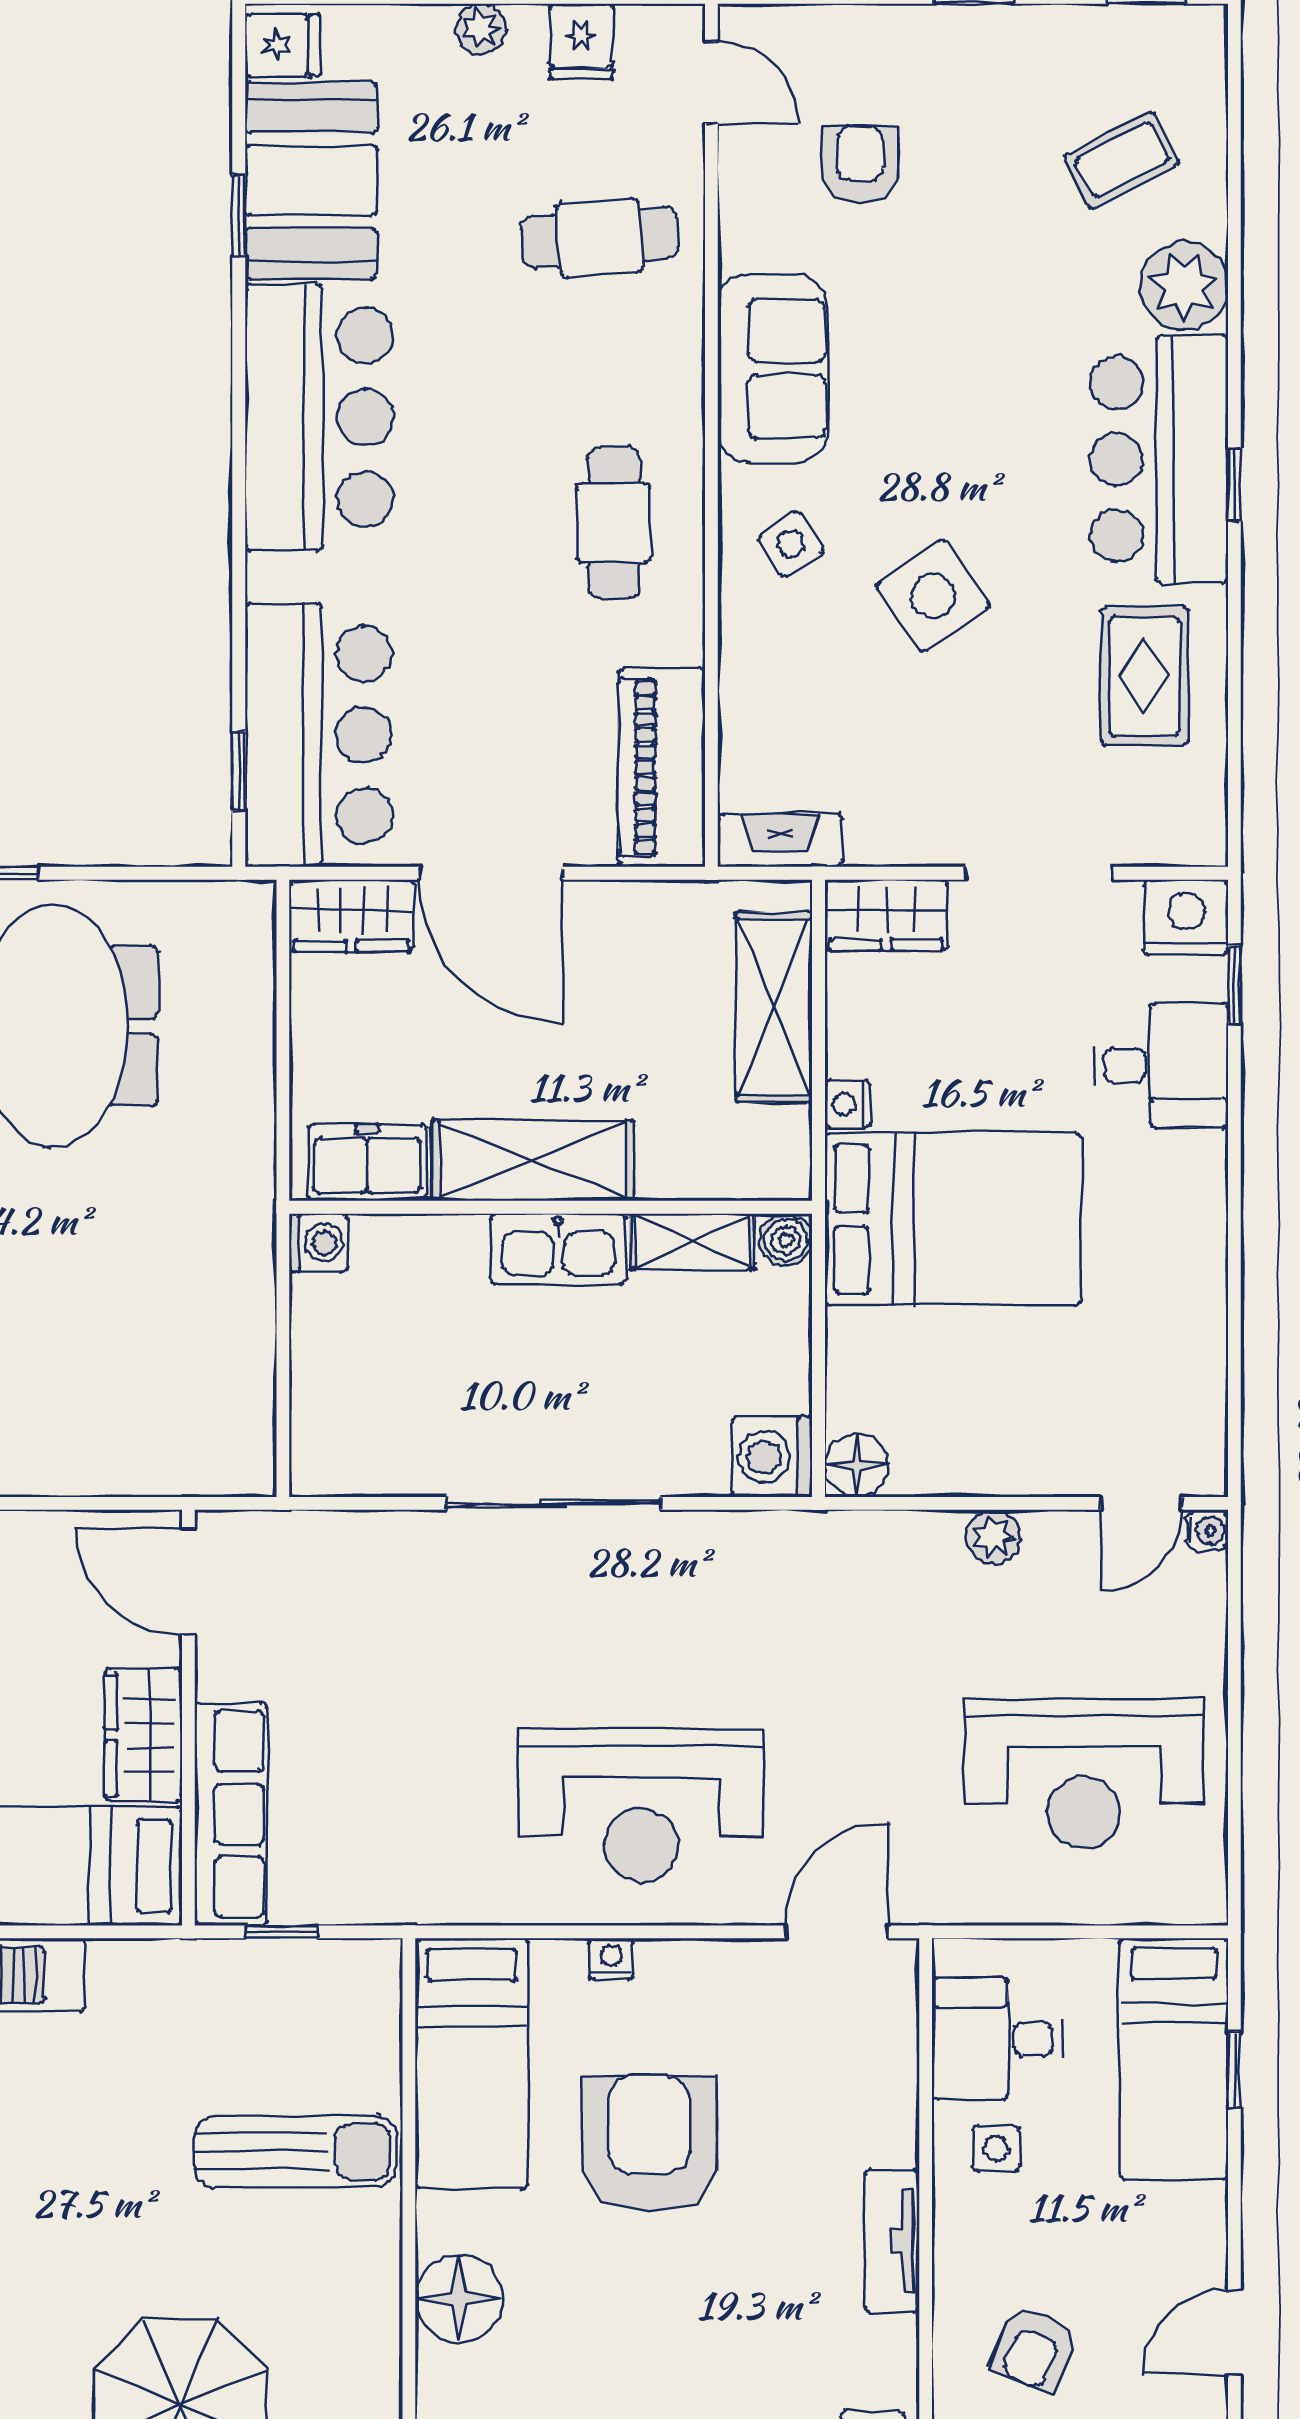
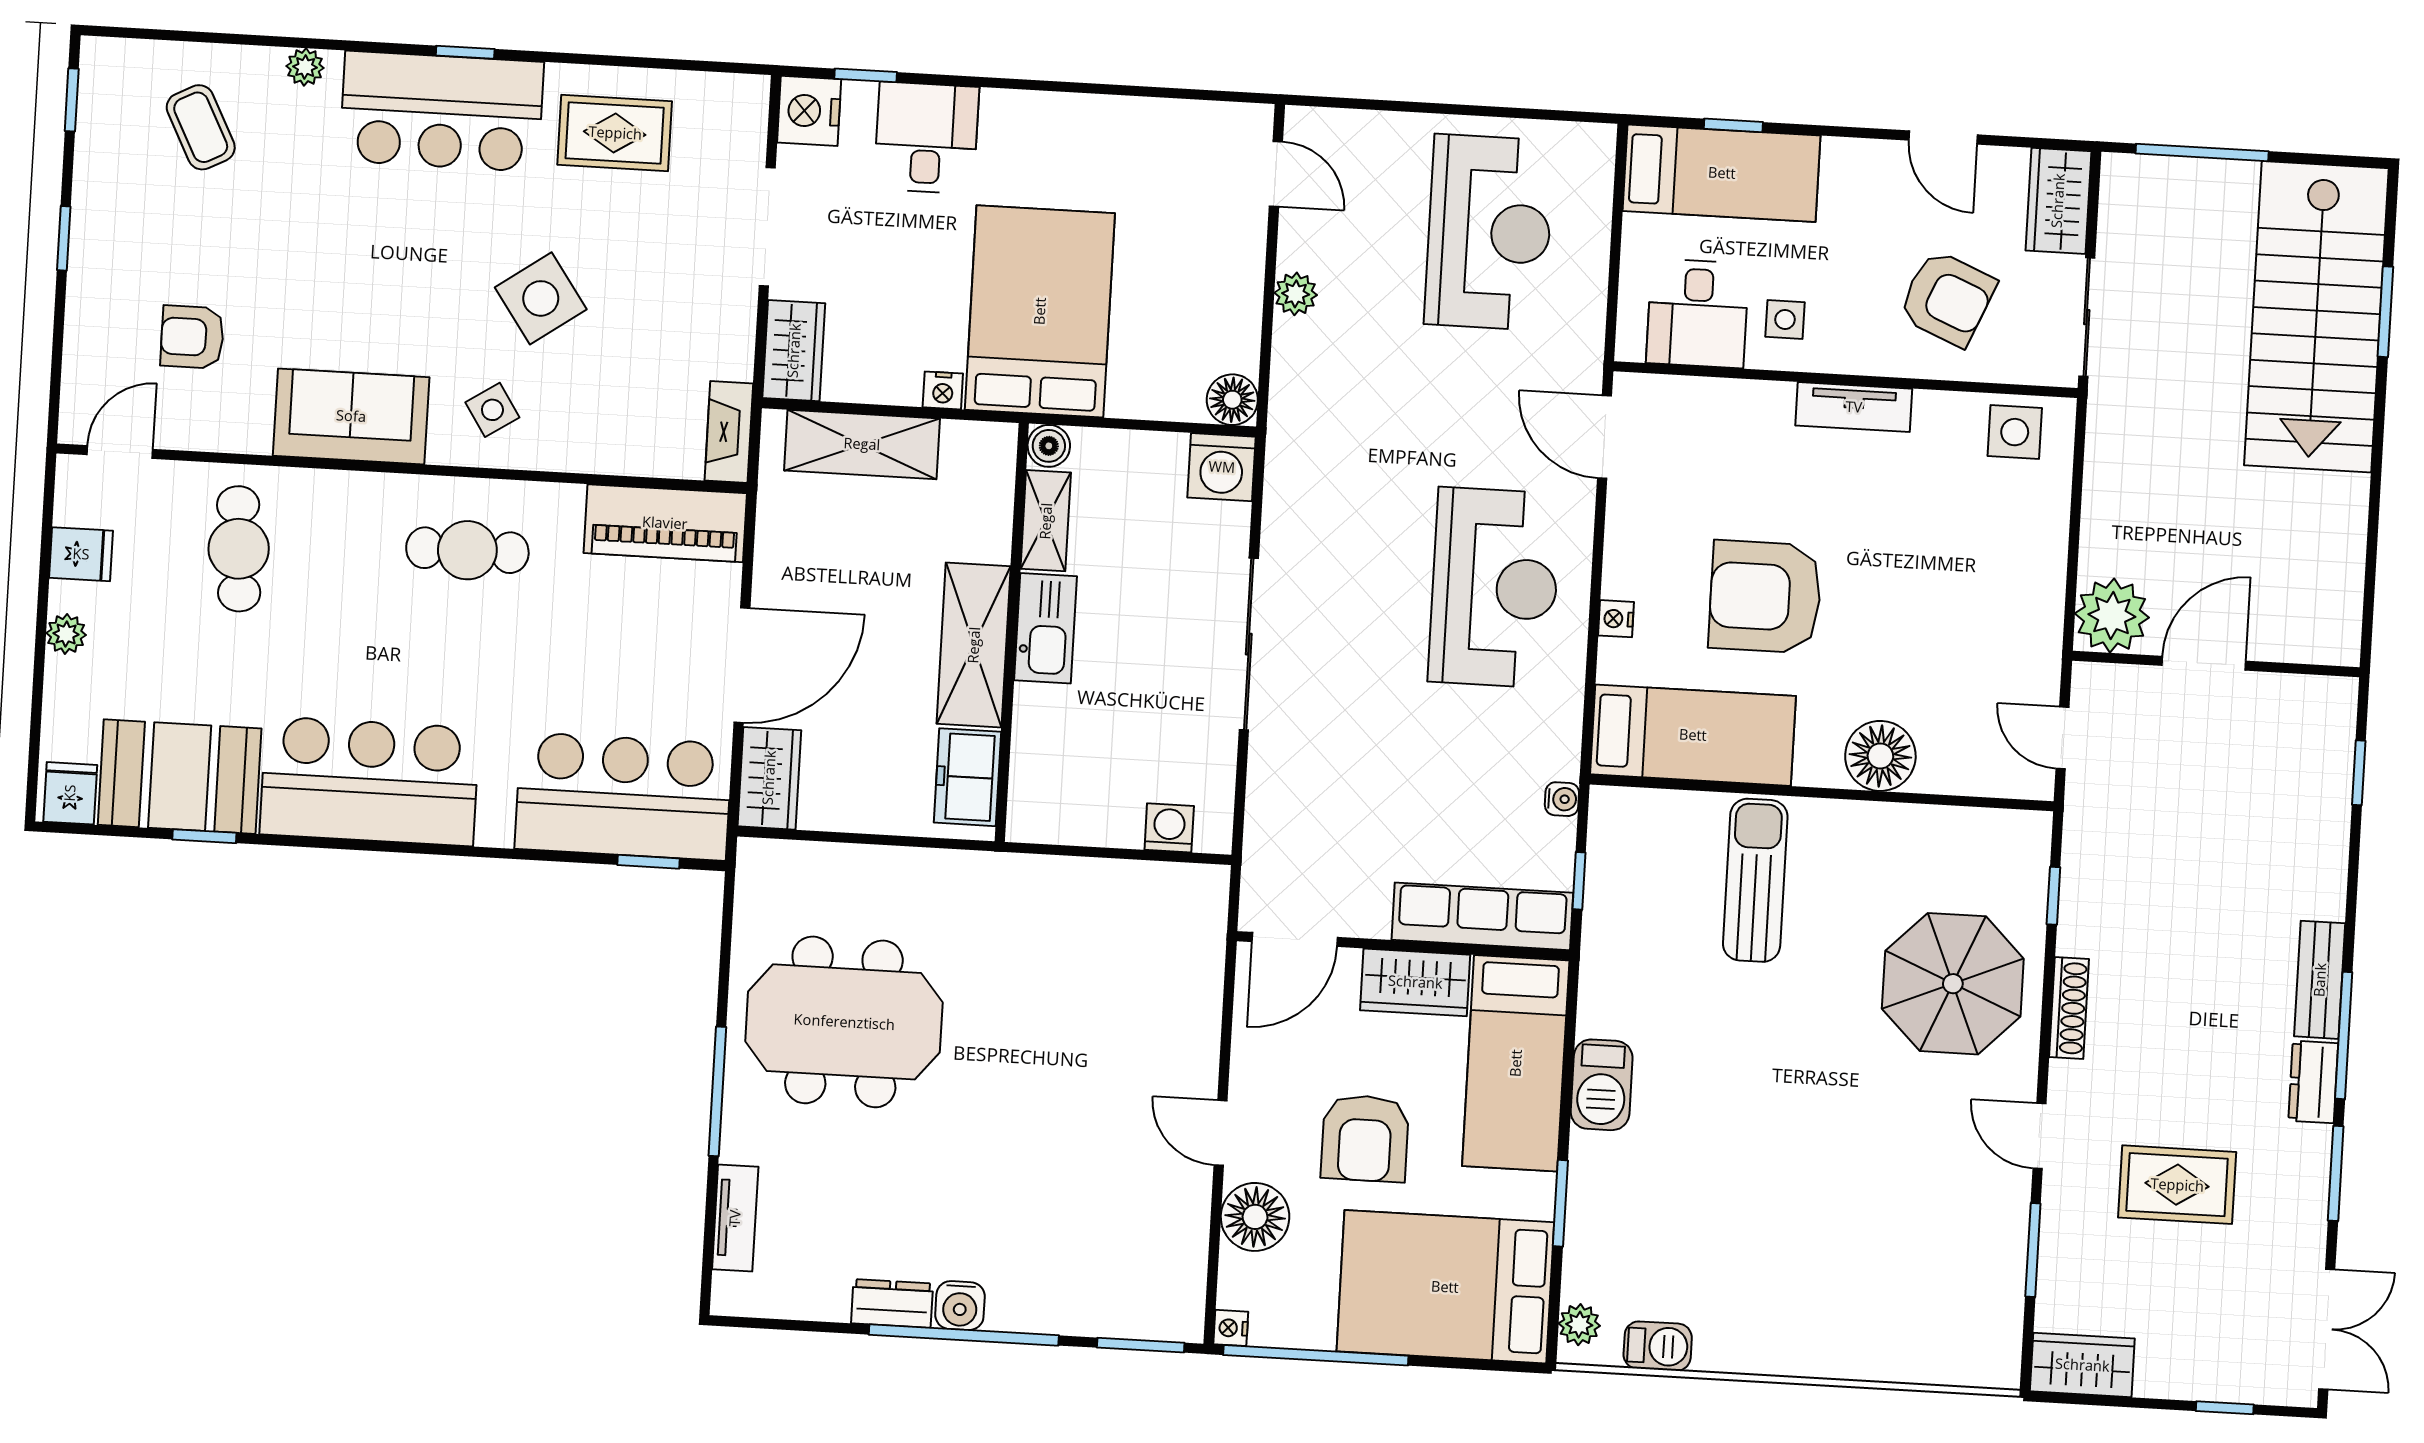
plant: (1184, 286) -> (305, 67), width x0.53, depth x0.53
washing machine: (318, 1243) -> (1169, 828), moved
water cooler: (1207, 1530) -> (1562, 799), moved, turned 90
armchair: (1034, 2349) -> (1947, 298), width x1.38, depth x1.38

